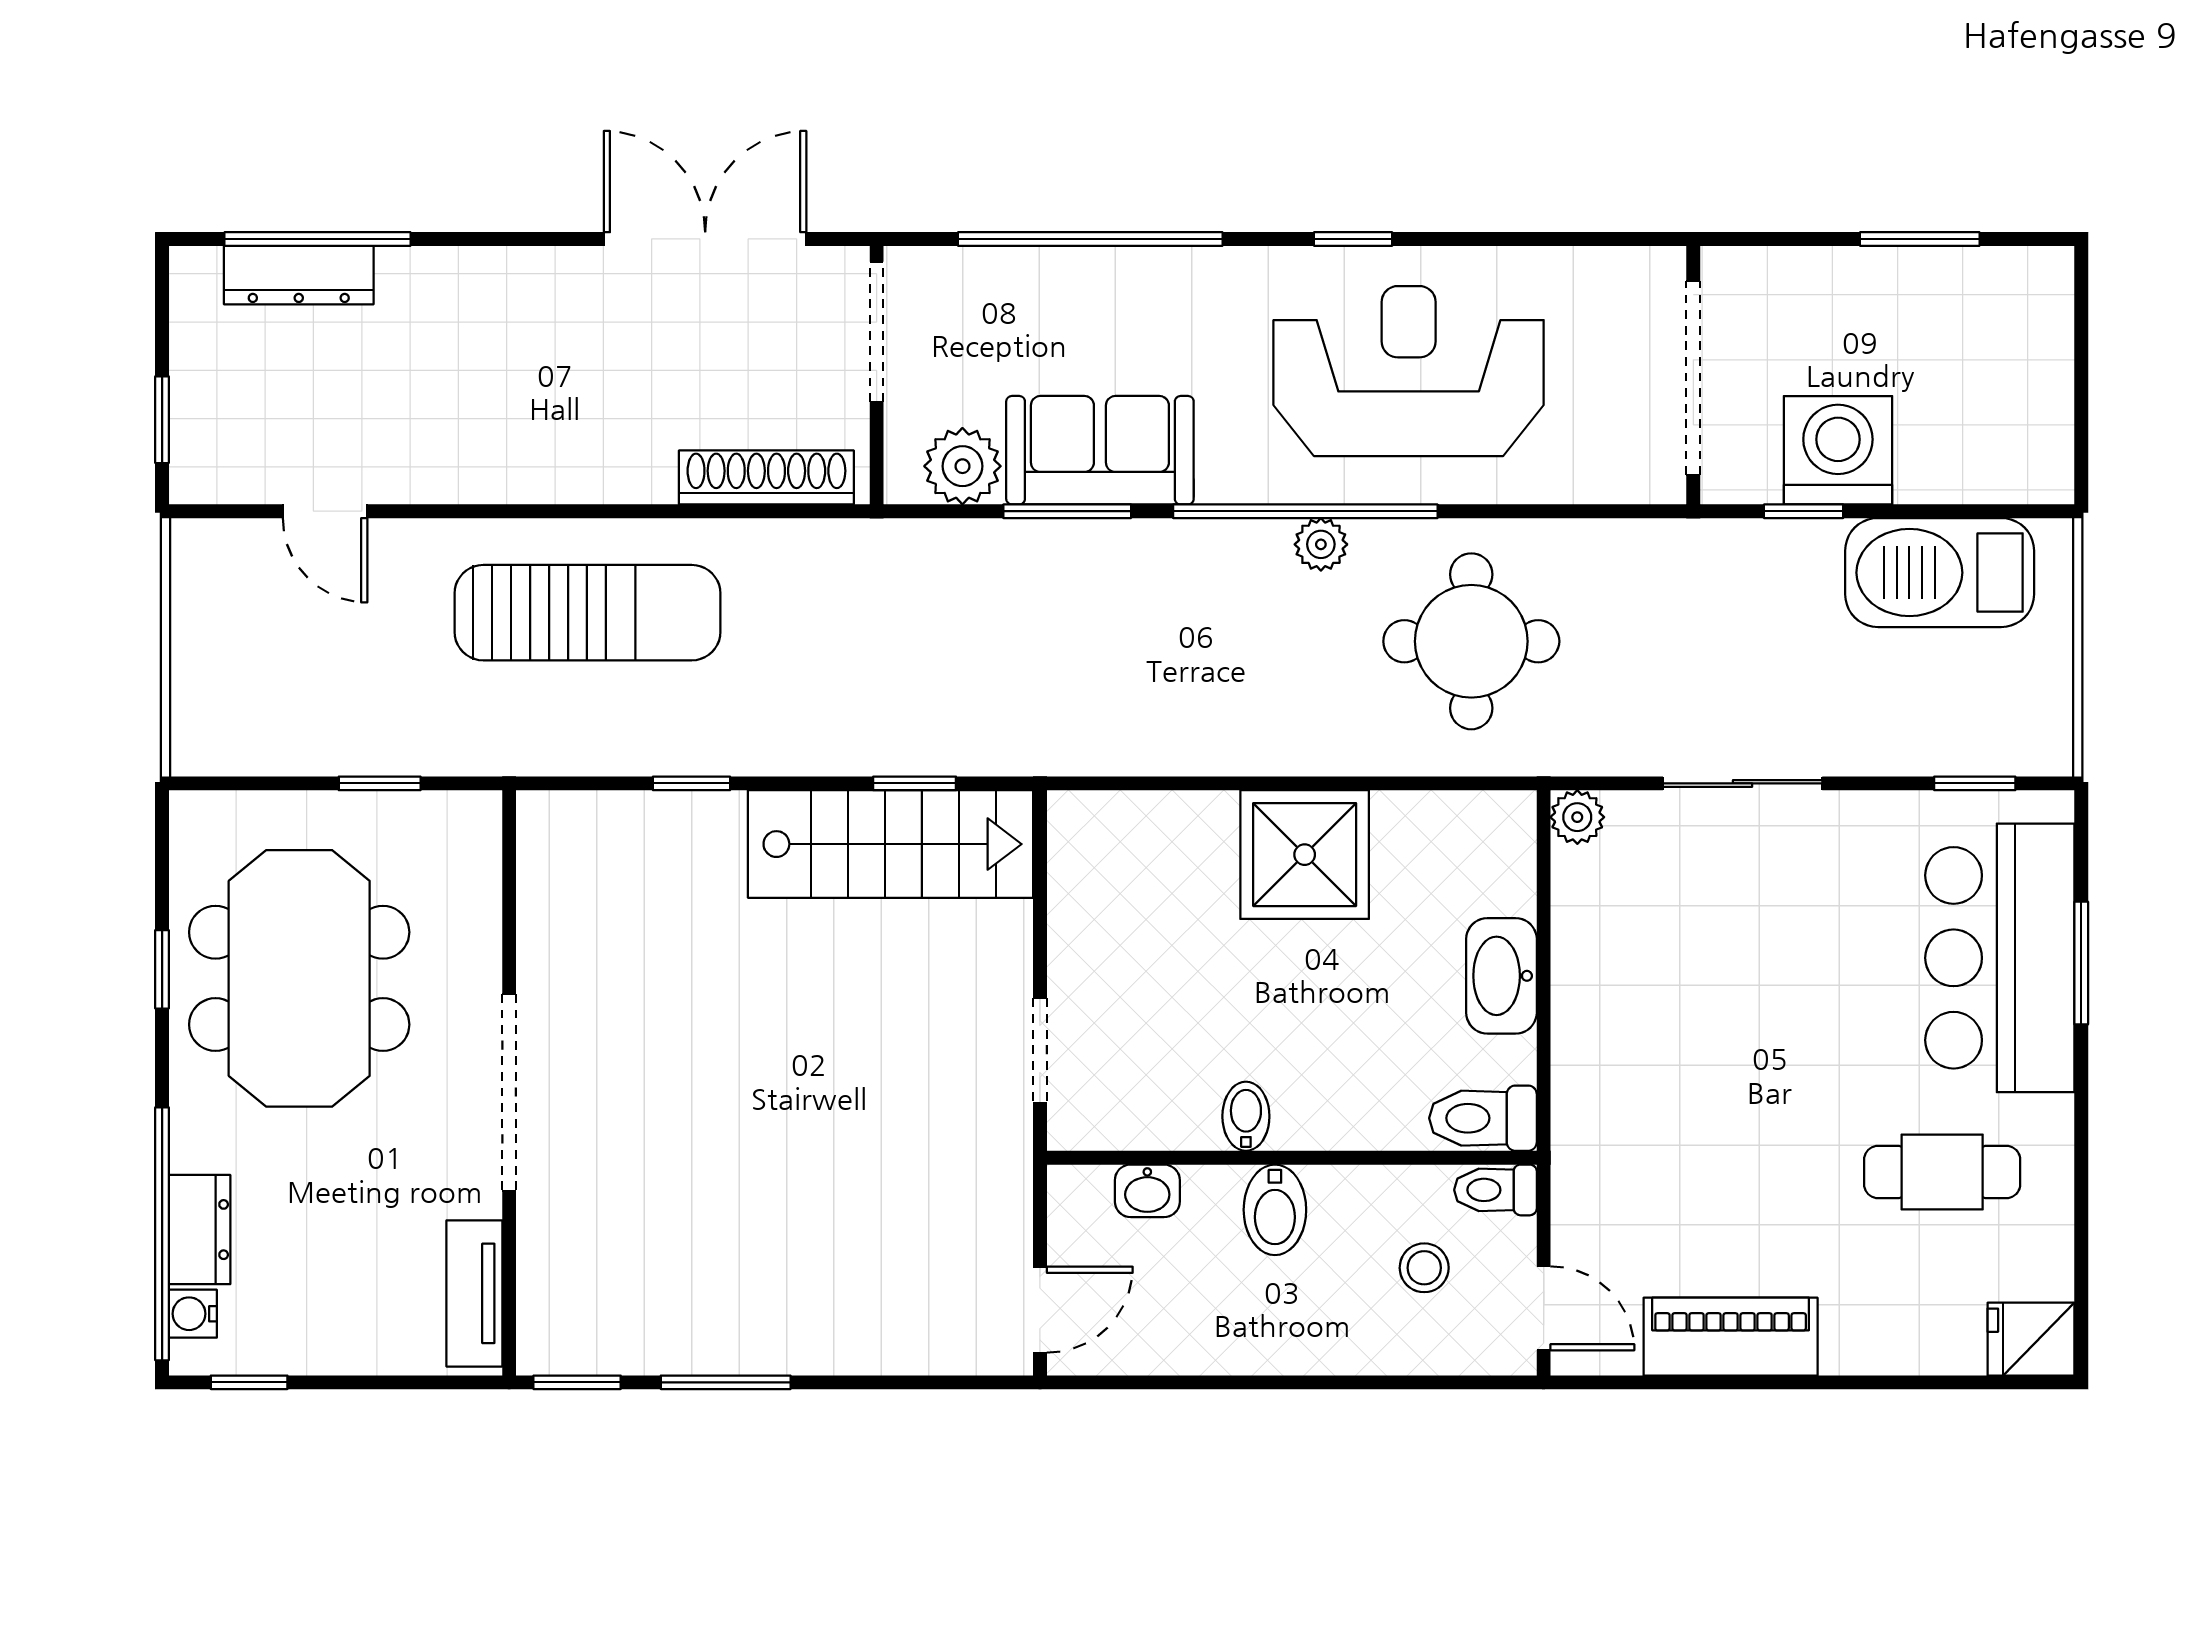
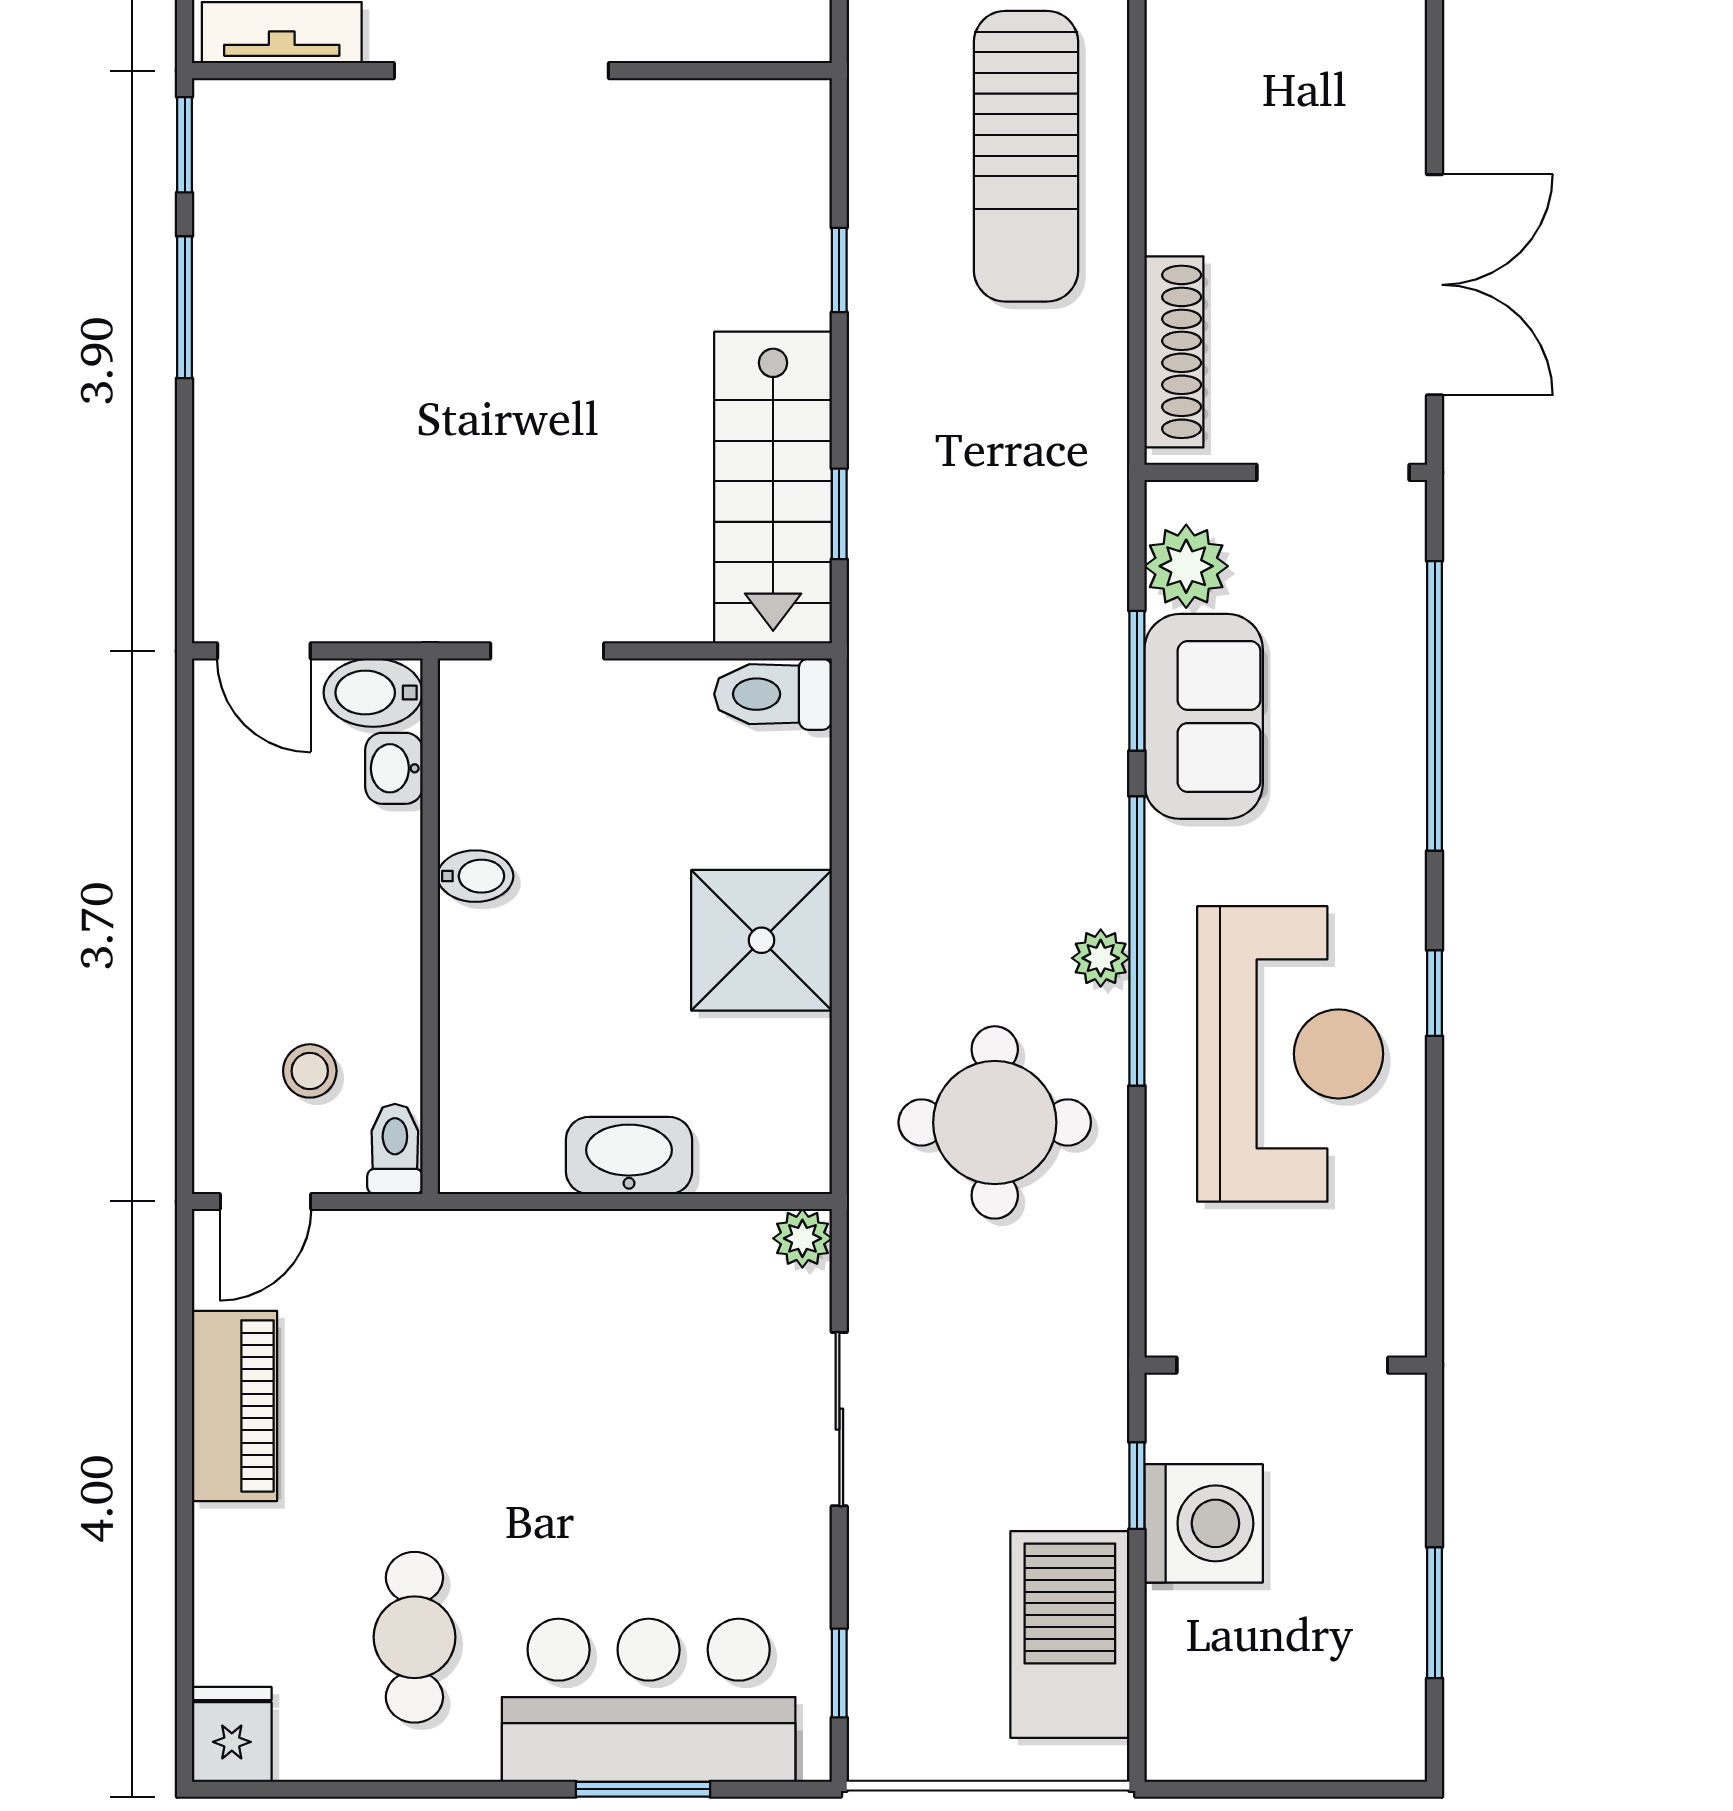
toilet: (1483, 1118) -> (773, 694), moved, turned -90
bidet: (1275, 1210) -> (373, 693), moved

